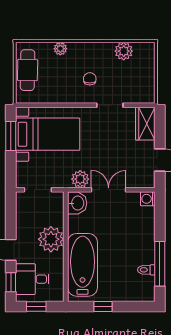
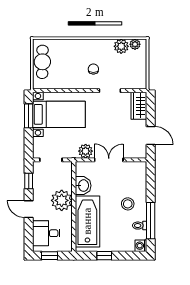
plant: (60, 49) -> (135, 44), moved
washing machine: (148, 199) -> (141, 246), moved
washbasin: (77, 203) -> (83, 186), moved
stool: (132, 243) -> (128, 204), added
window: (11, 282) -> (29, 181), moved

